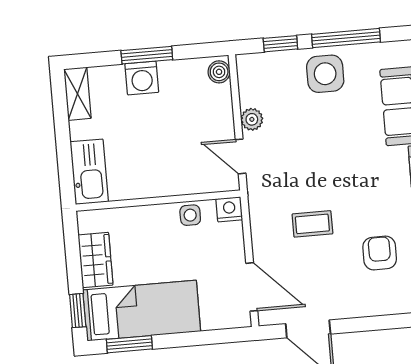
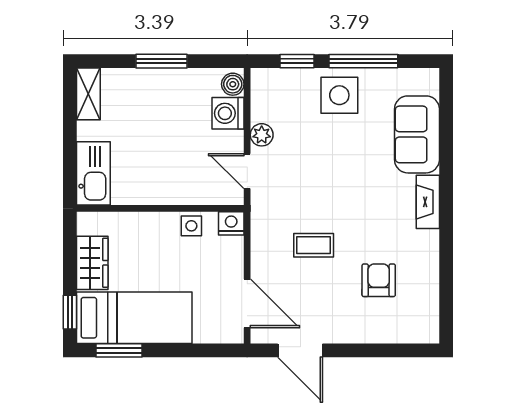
washing machine: (142, 78) -> (228, 113), moved, turned 90

